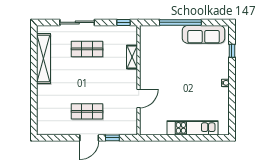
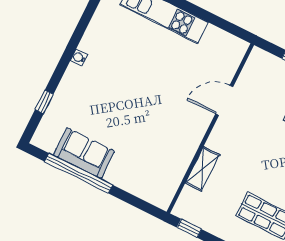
window: (180, 22) -> (79, 173), moved
sofa: (204, 34) -> (84, 153), width x0.73

